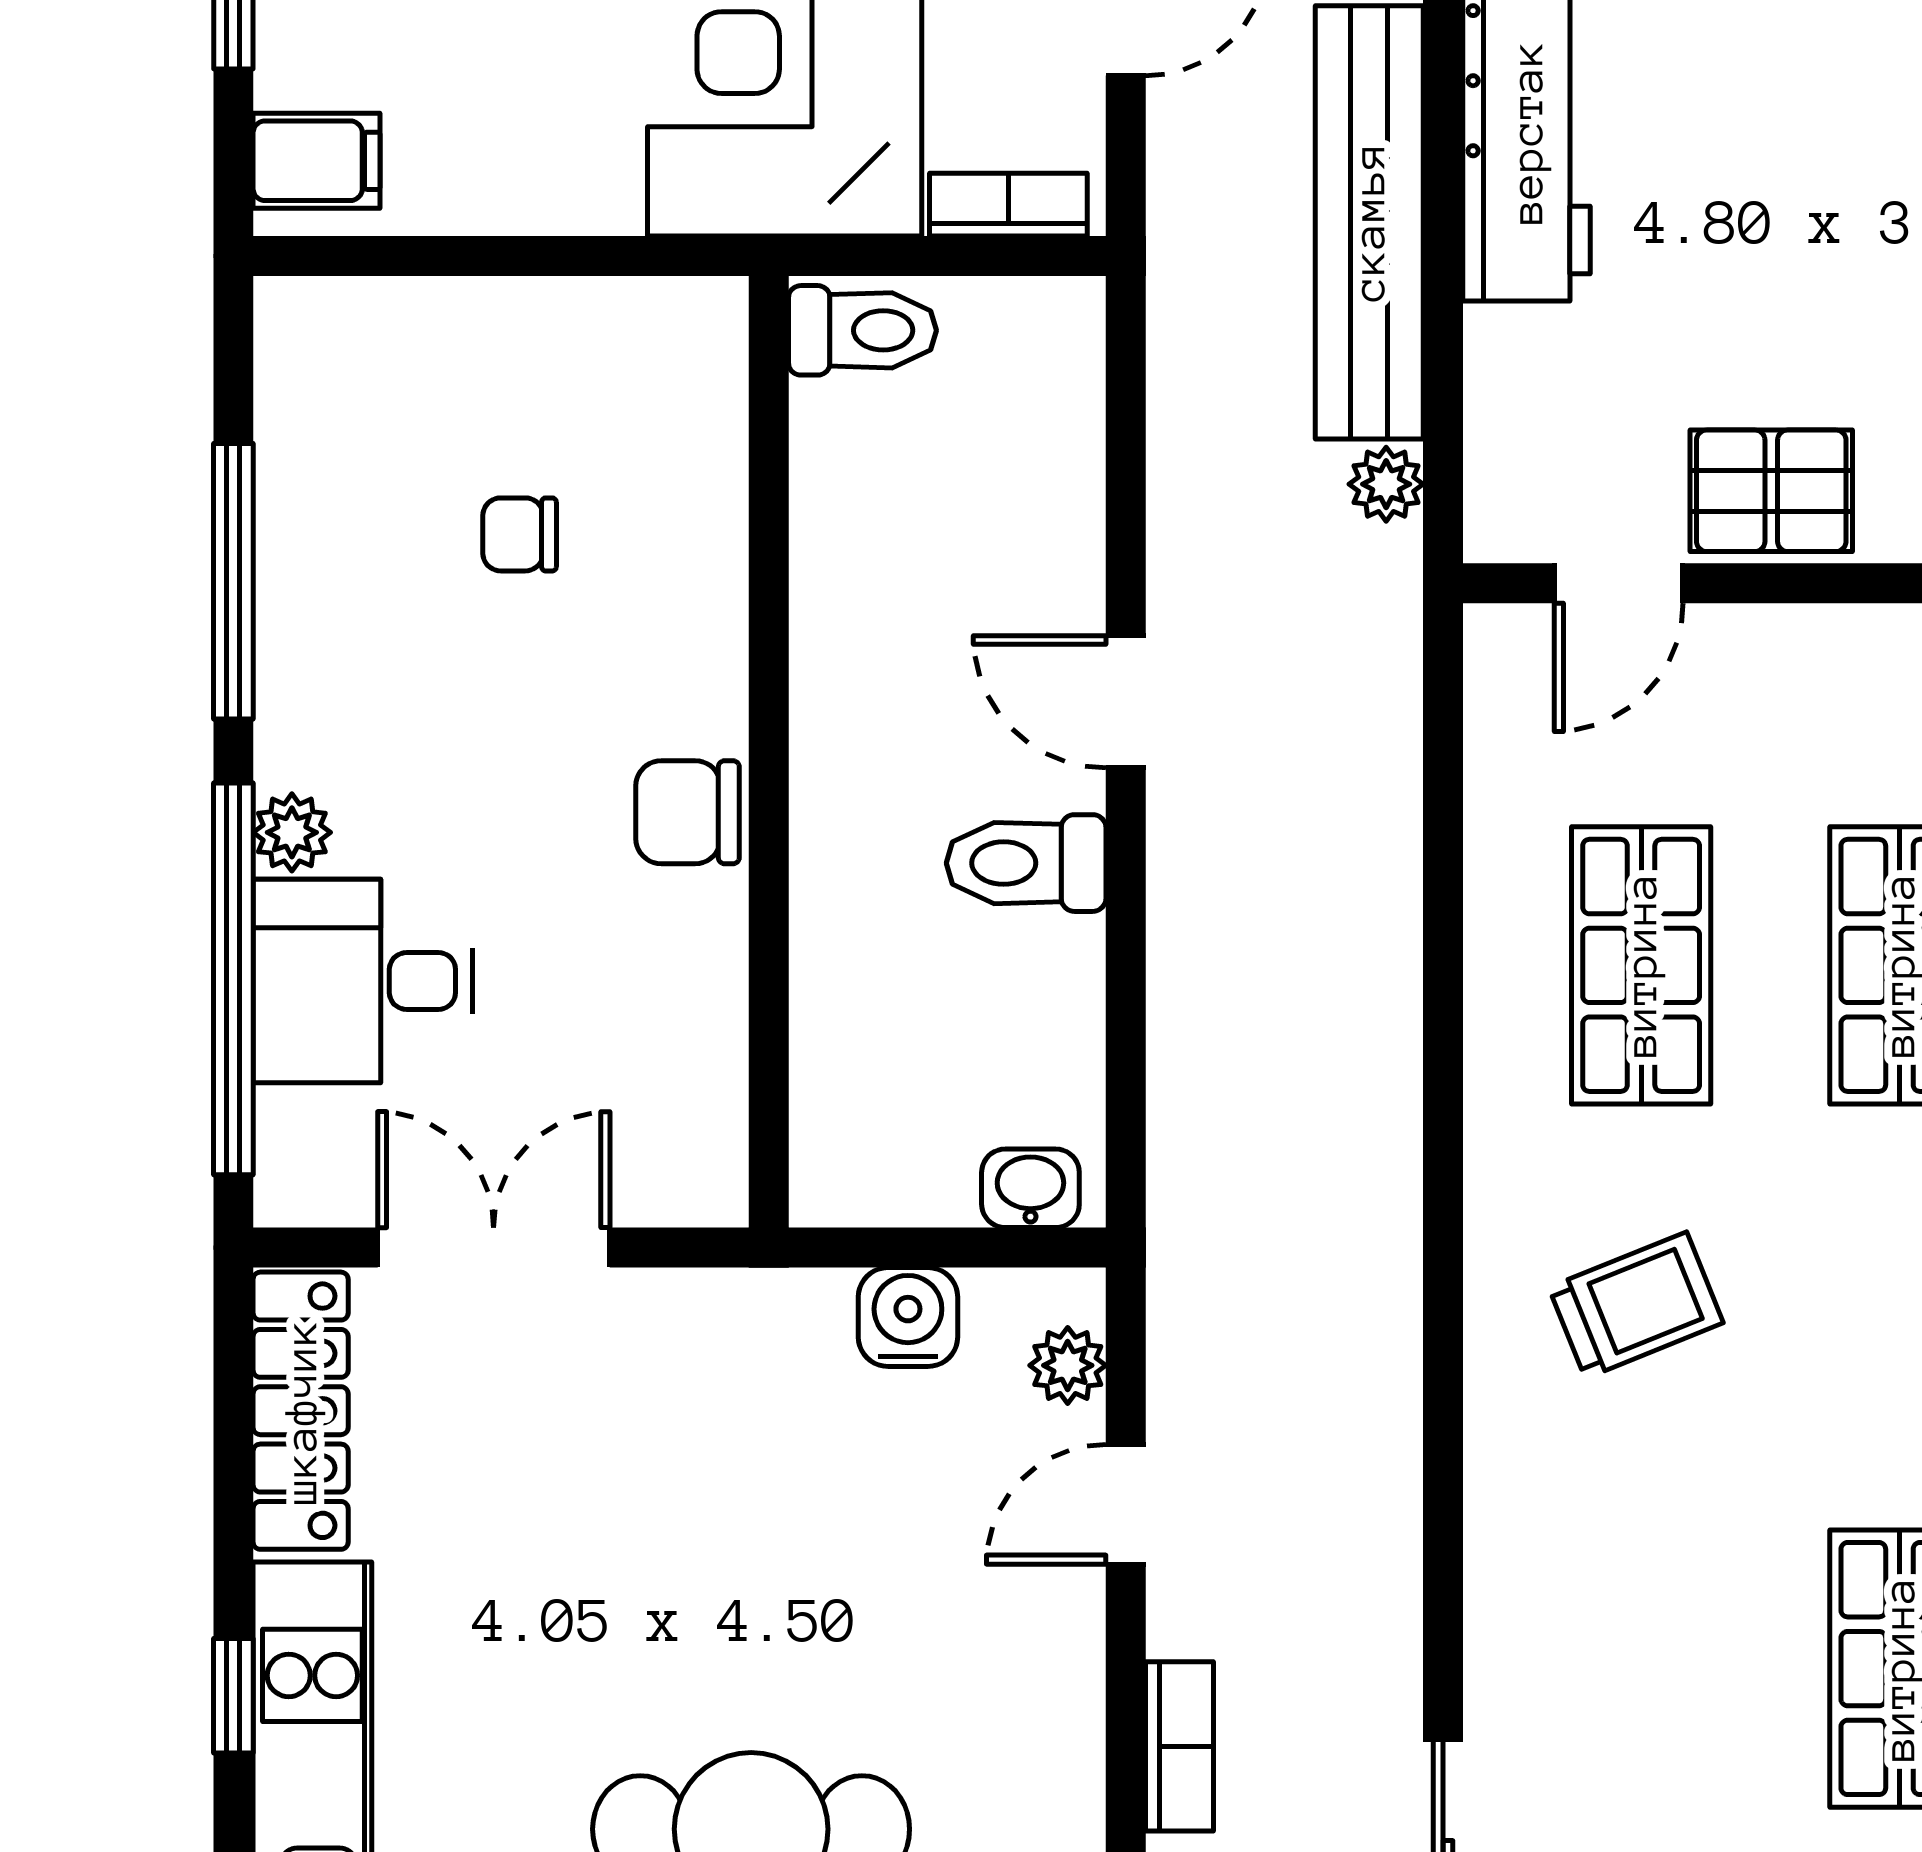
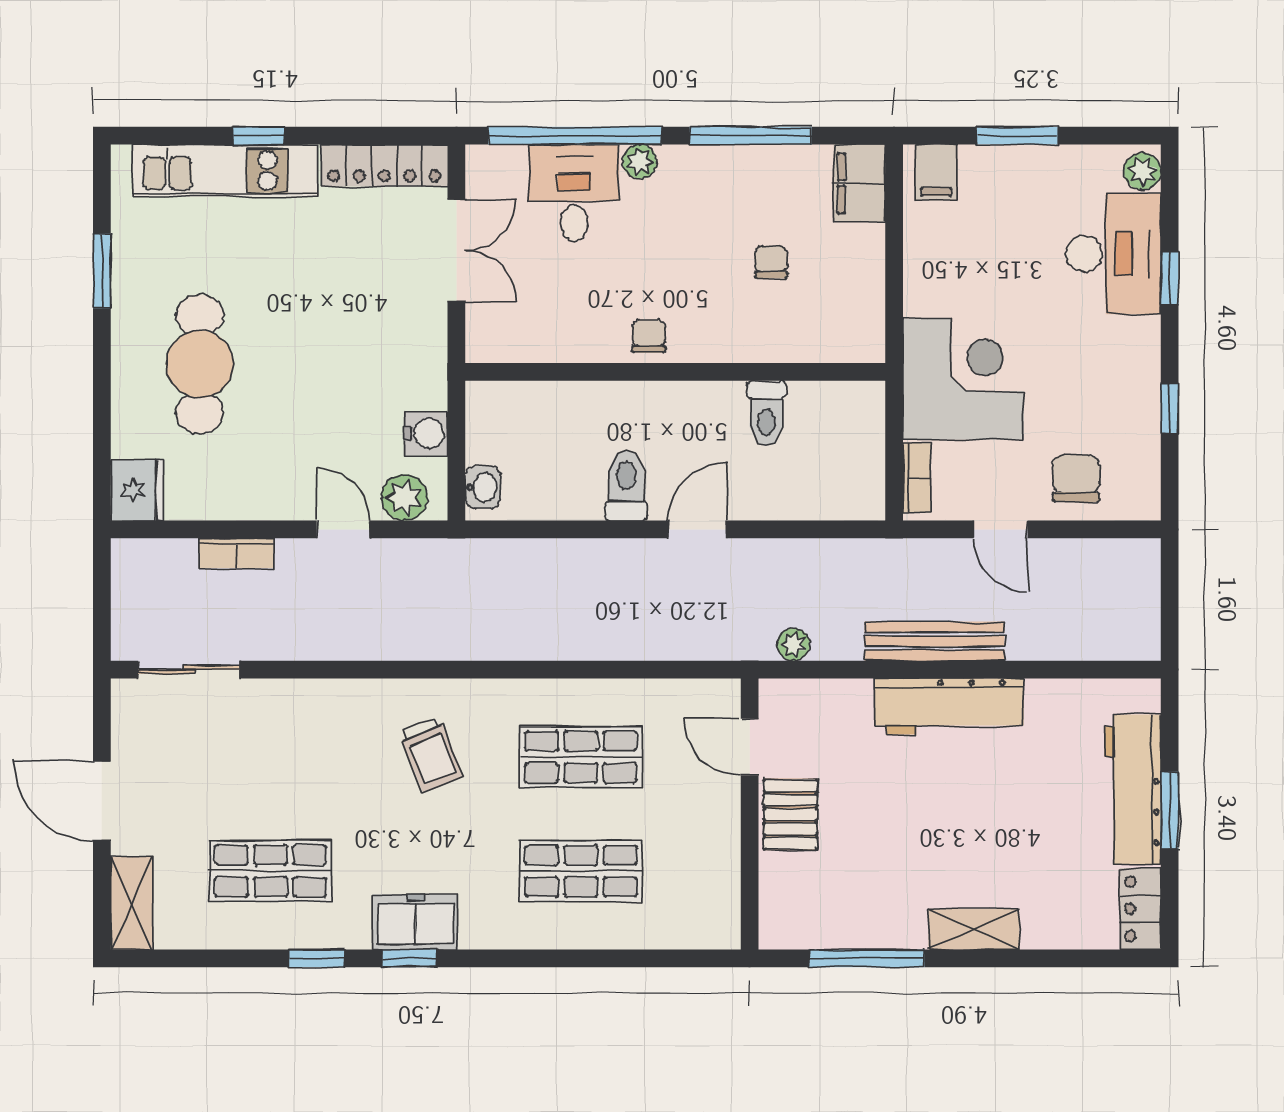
bench: (1369, 222) -> (934, 641), width x0.73, depth x0.82
toilet: (862, 330) -> (766, 413), moved
filing cabinet: (341, 334) -> (859, 183), added
chair: (687, 812) -> (649, 336), width x0.73, depth x0.73
plant: (1068, 1365) -> (404, 498), width x1.38, depth x1.38

